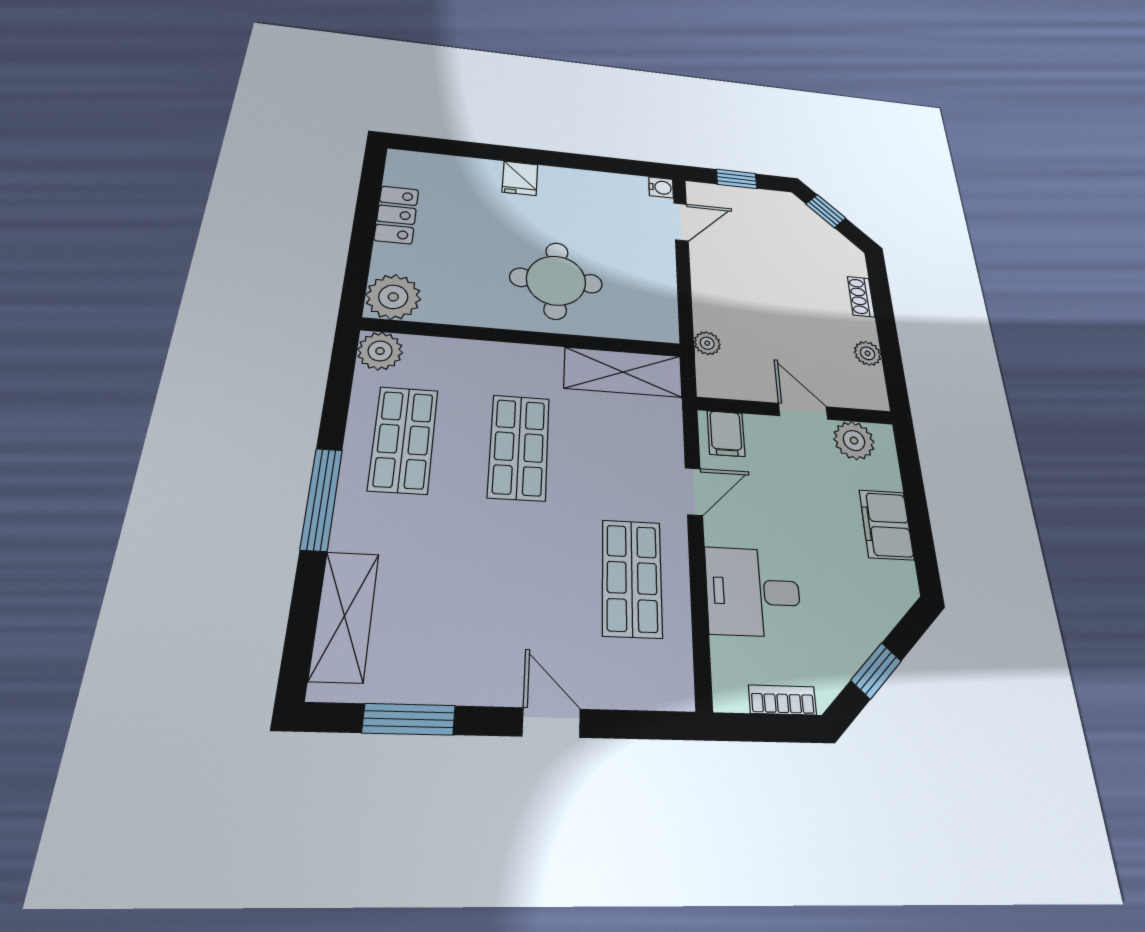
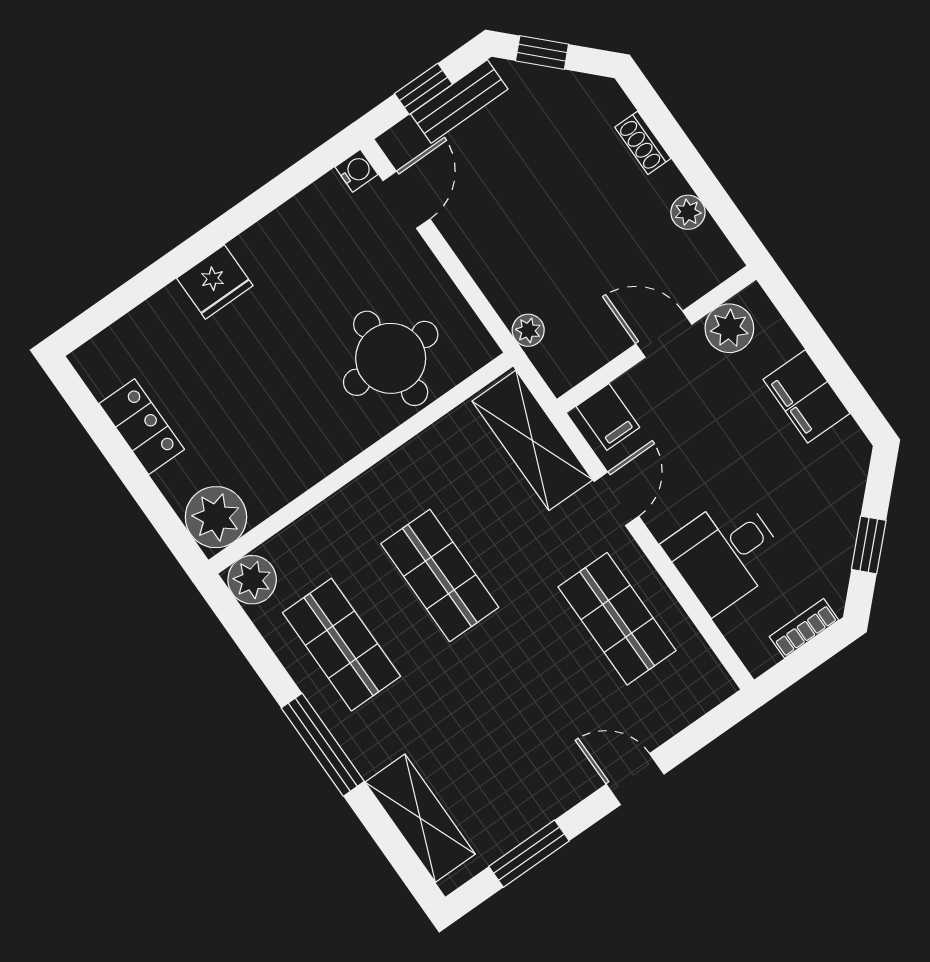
fridge: (520, 178) -> (215, 282), width x1.38
bench: (755, 199) -> (459, 101), added
round table: (556, 281) -> (391, 358), moved
shelving: (623, 372) -> (532, 440), moved, turned 90

